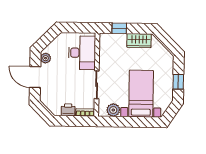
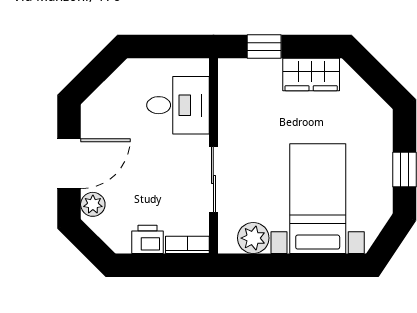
desk: (82, 53) -> (178, 105), width x0.73
plant: (46, 58) -> (93, 204), moved
door: (35, 77) -> (69, 164), swing flipped

